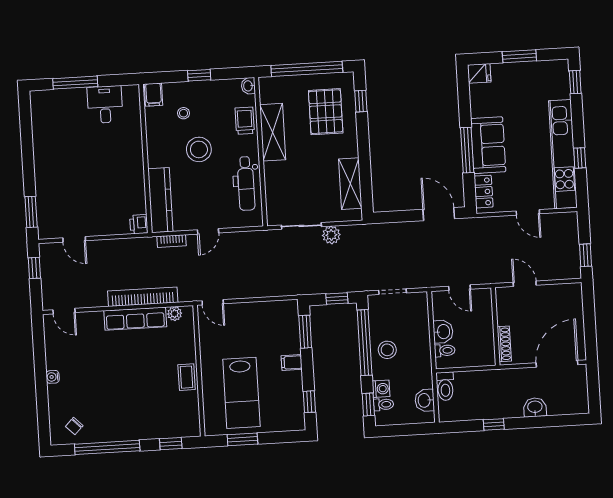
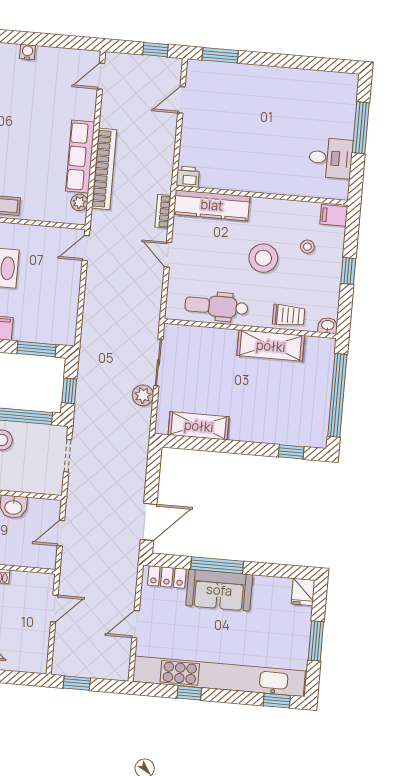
pallet: (326, 112) -> (285, 410), removed
kitchen unit: (563, 154) -> (219, 676), width x1.36

